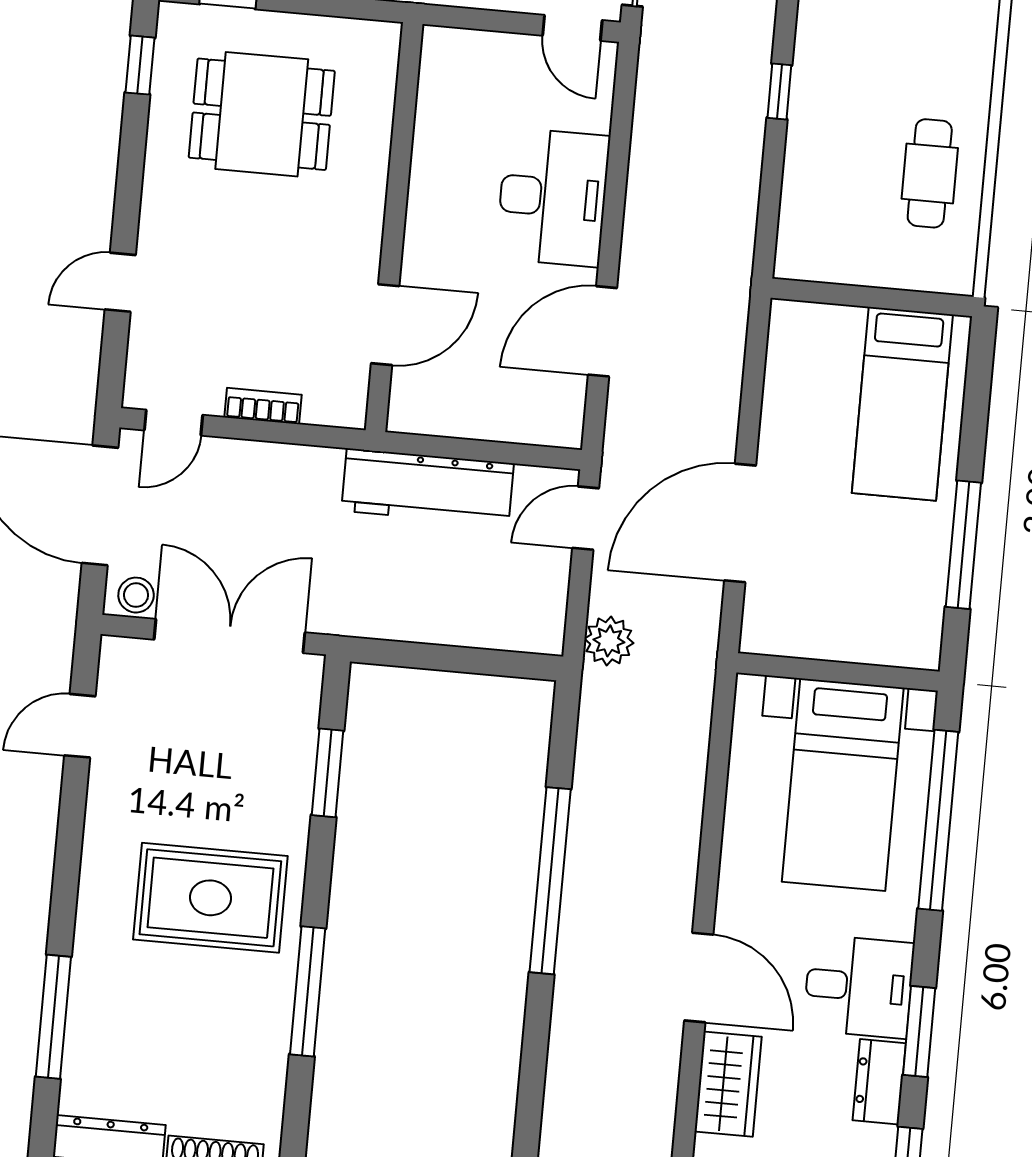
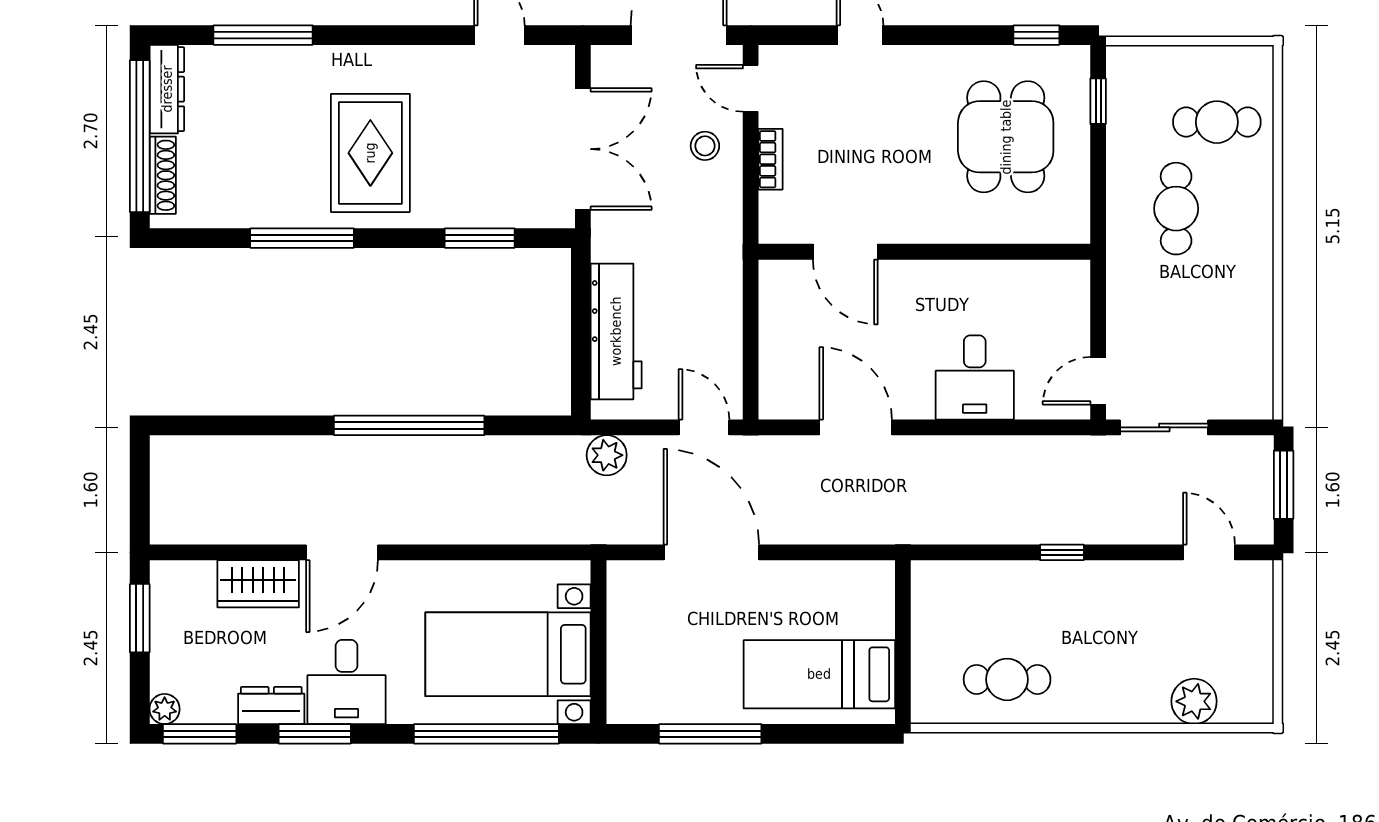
desk: (553, 197) -> (975, 377), width x0.73
workbench: (428, 487) -> (616, 331), moved, turned 180
stool: (136, 595) -> (705, 146), moved

